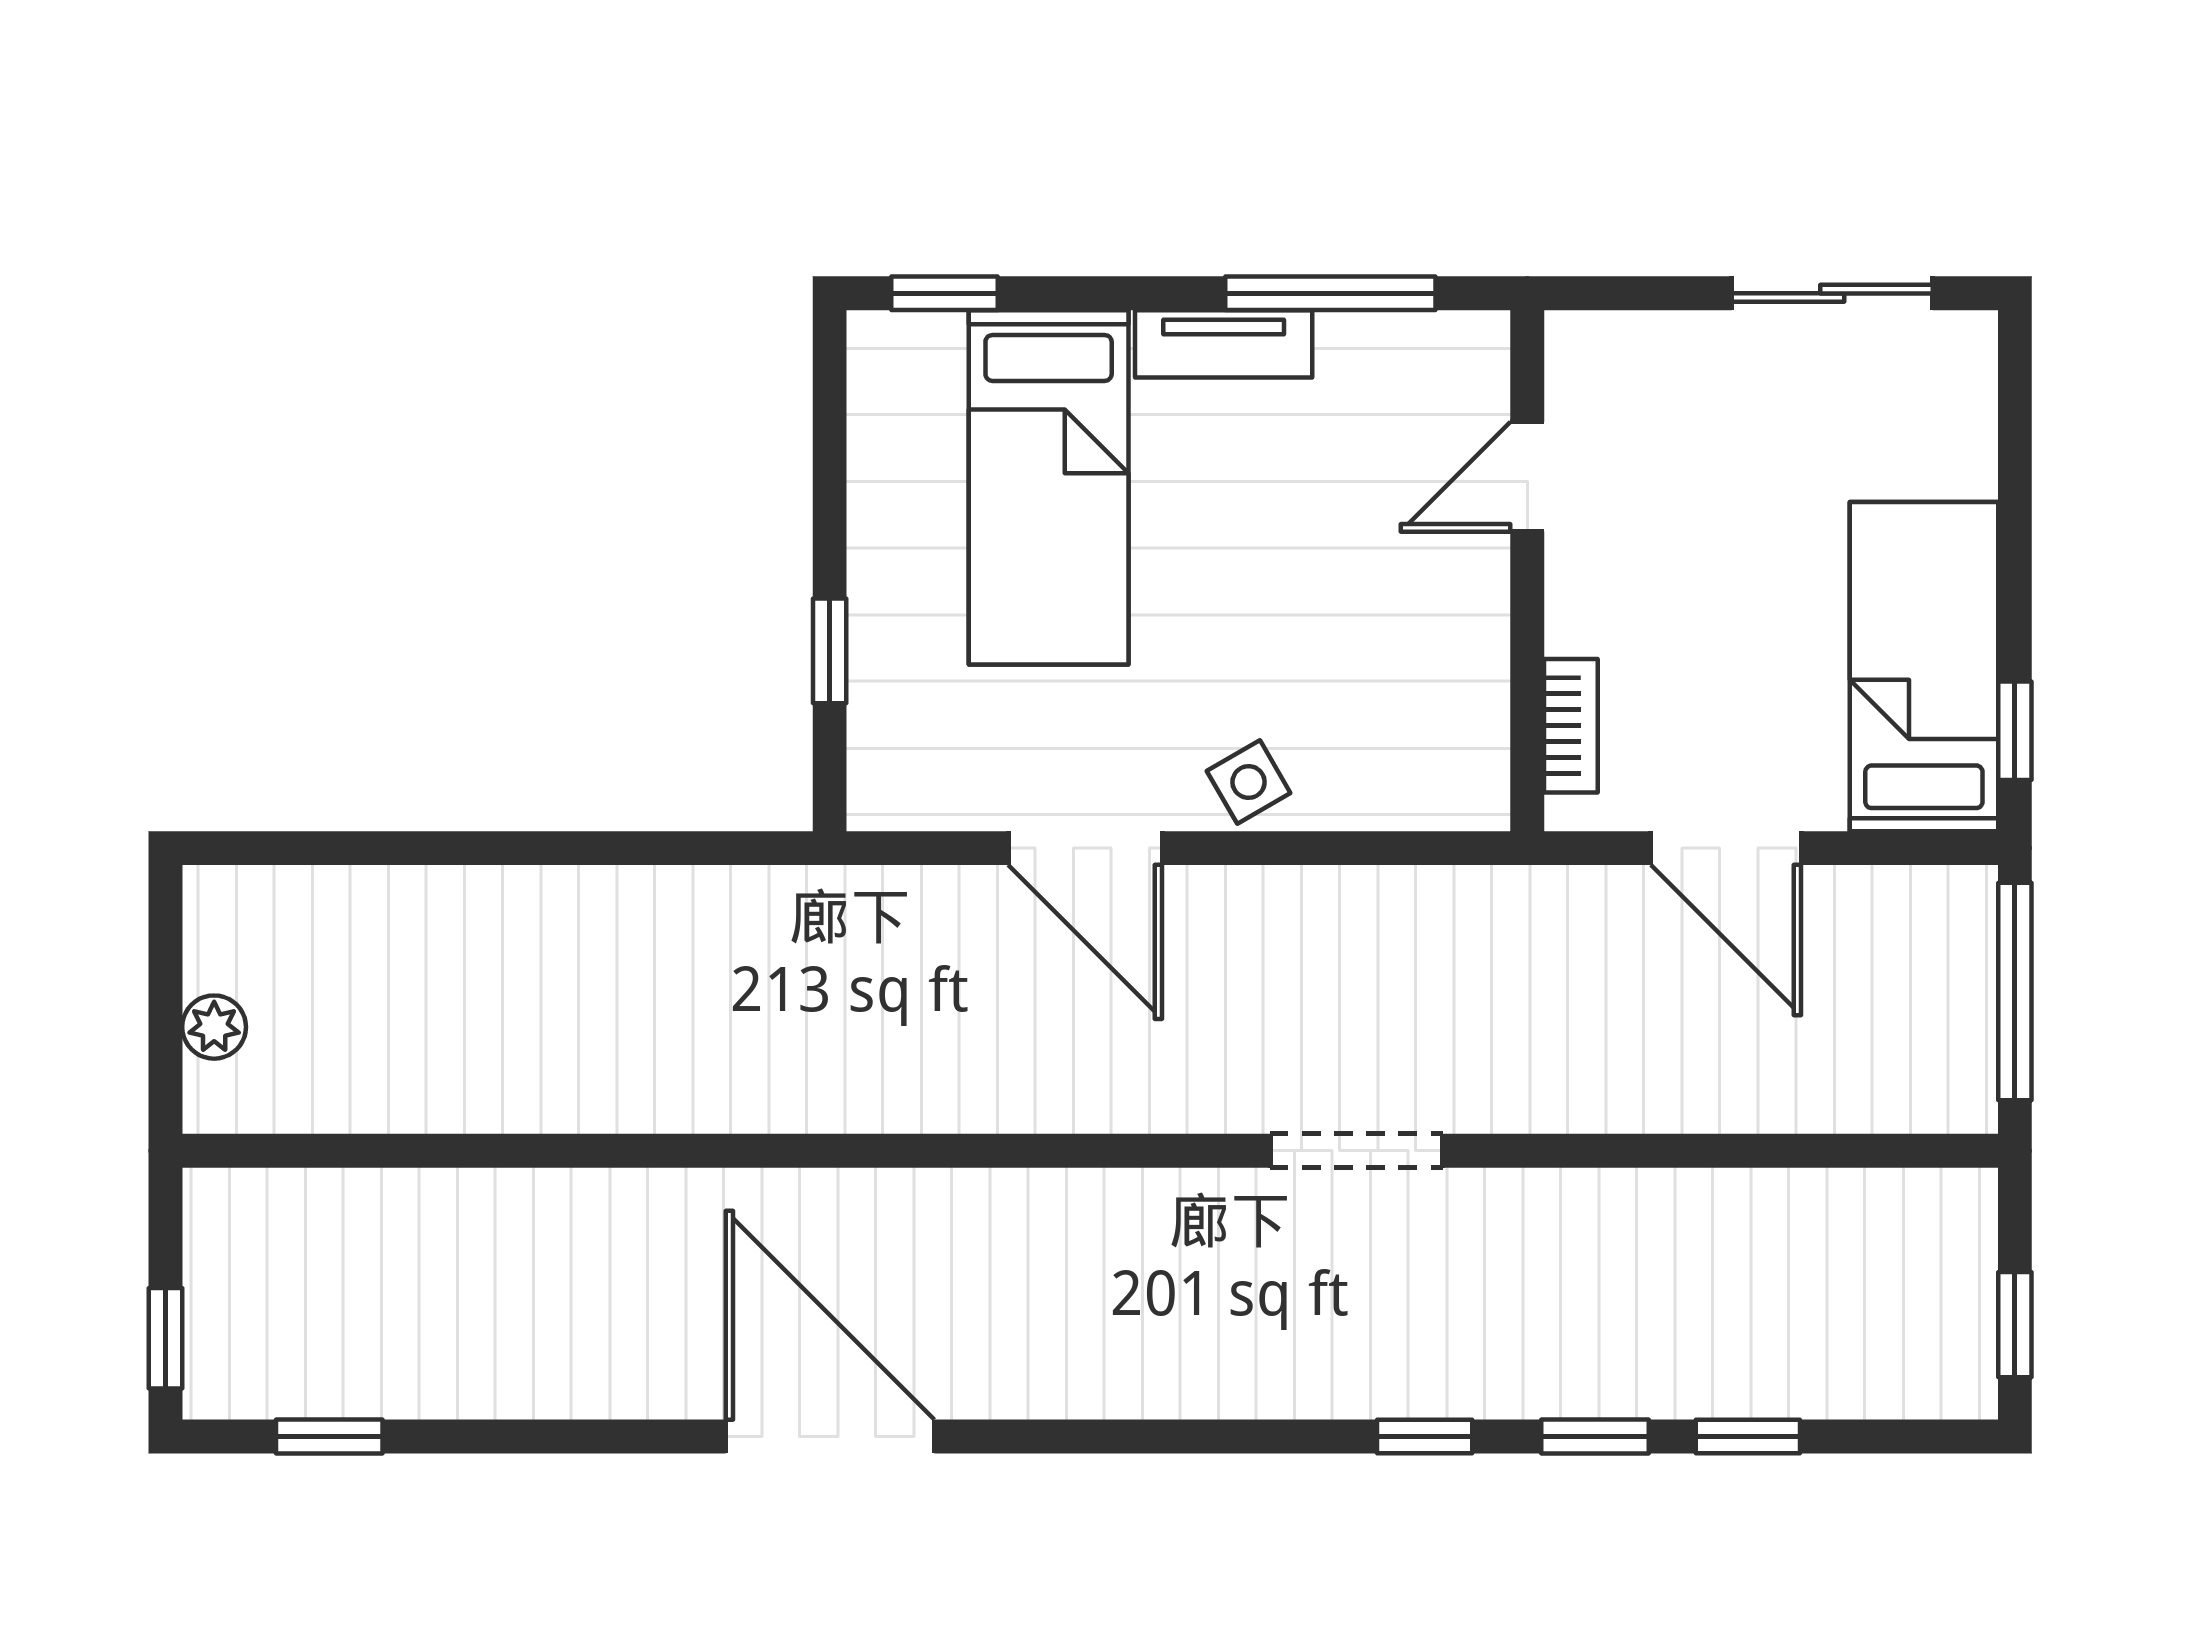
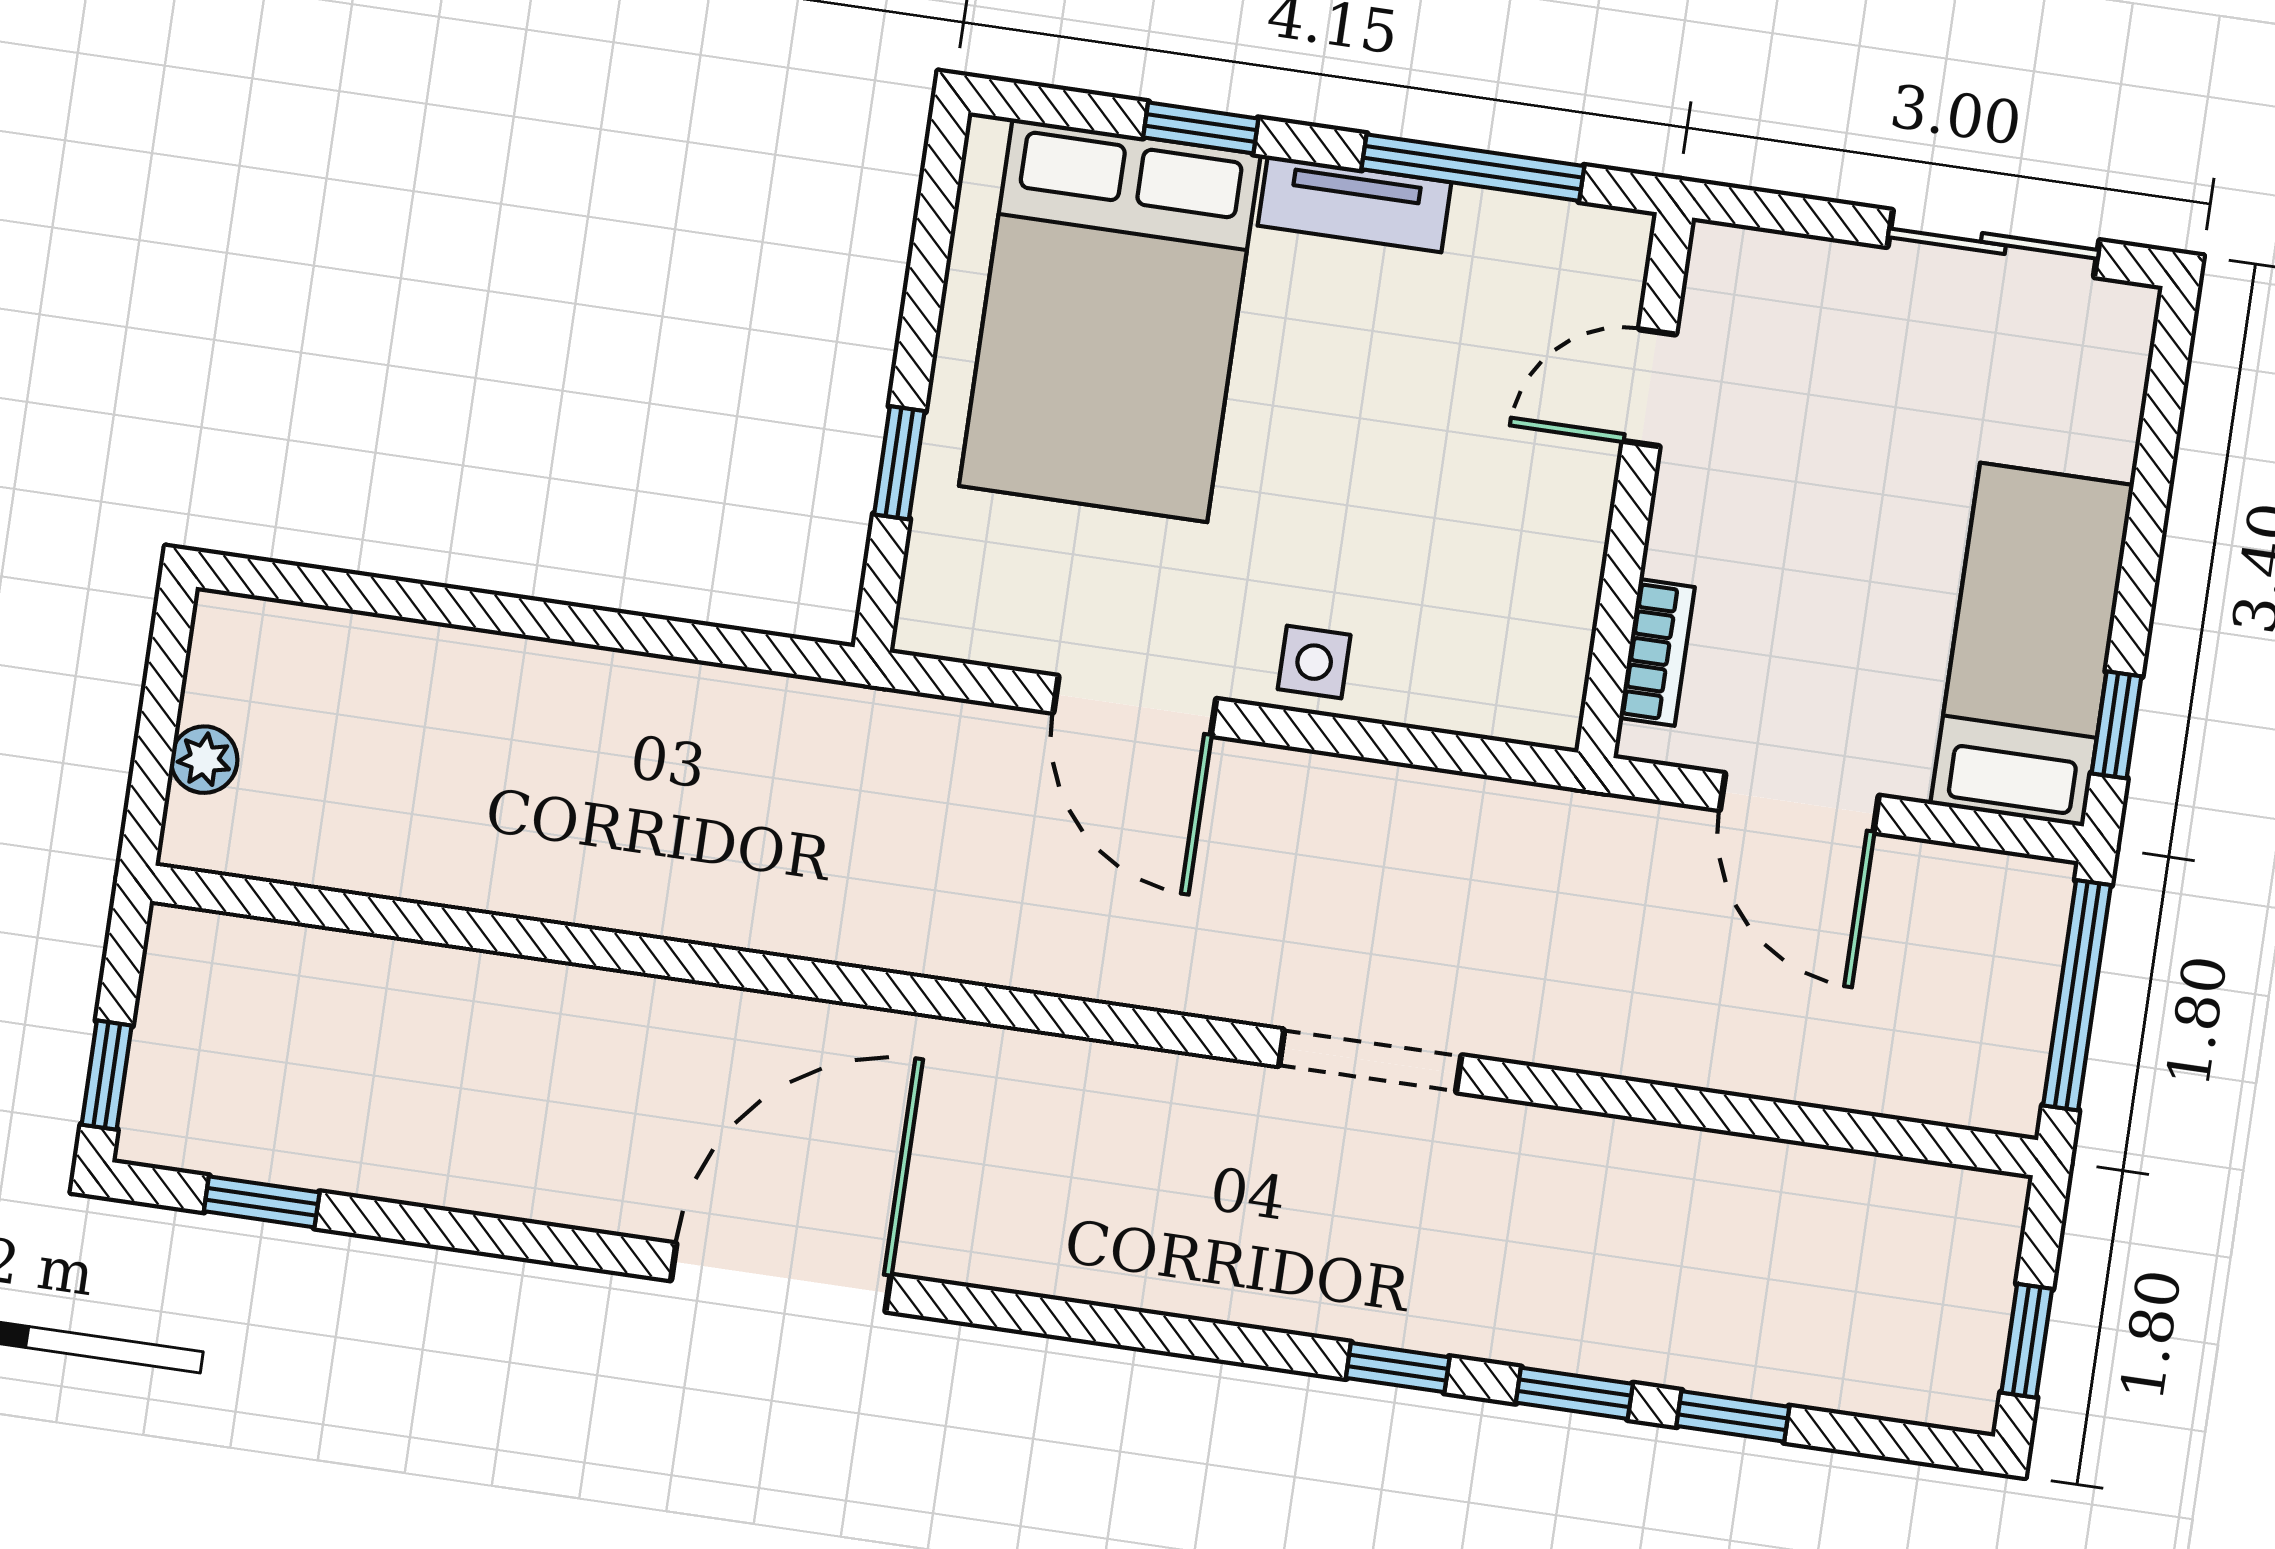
window: (944, 293) -> (1201, 128), moved
bed: (1049, 487) -> (1110, 320), width x1.50
side table: (1249, 782) -> (1314, 662), turned 30
door: (830, 1437) -> (781, 1278), hinge flipped

